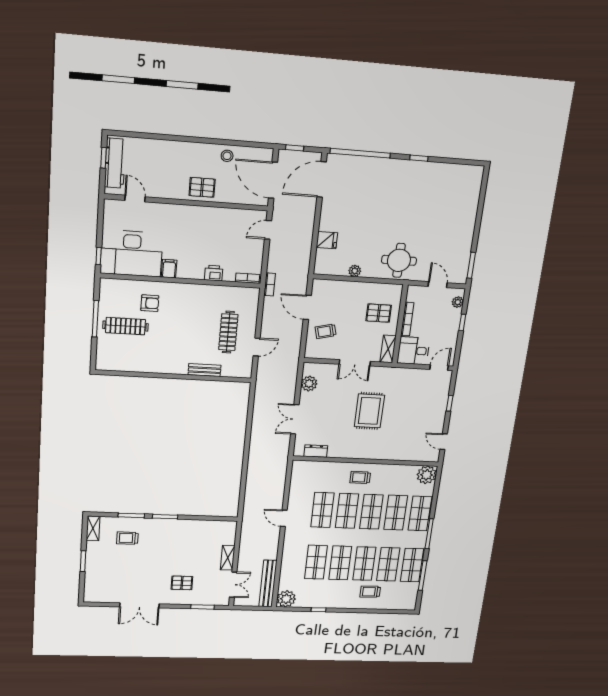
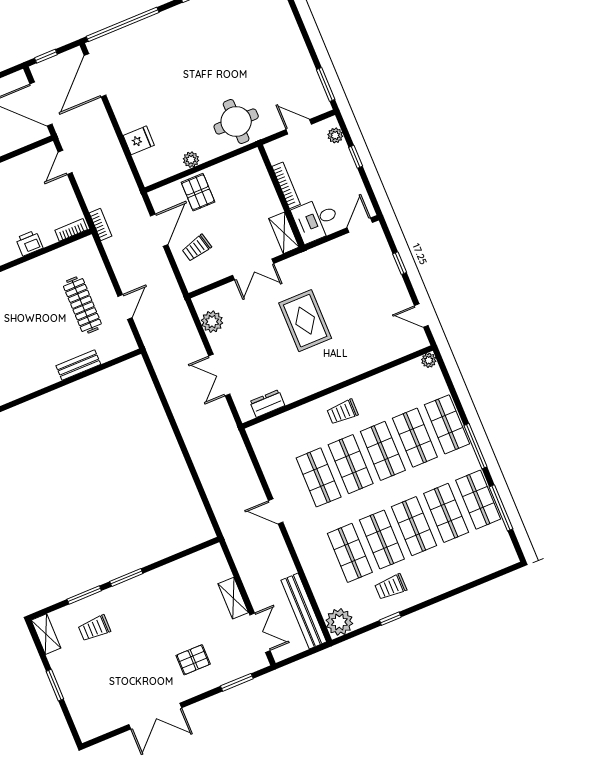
door: (307, 307) -> (159, 230), swing flipped
pallet: (379, 313) -> (198, 192), moved, turned 90
plant: (427, 475) -> (429, 360), width x0.53, depth x0.53
trolley: (370, 592) -> (391, 587), moved

